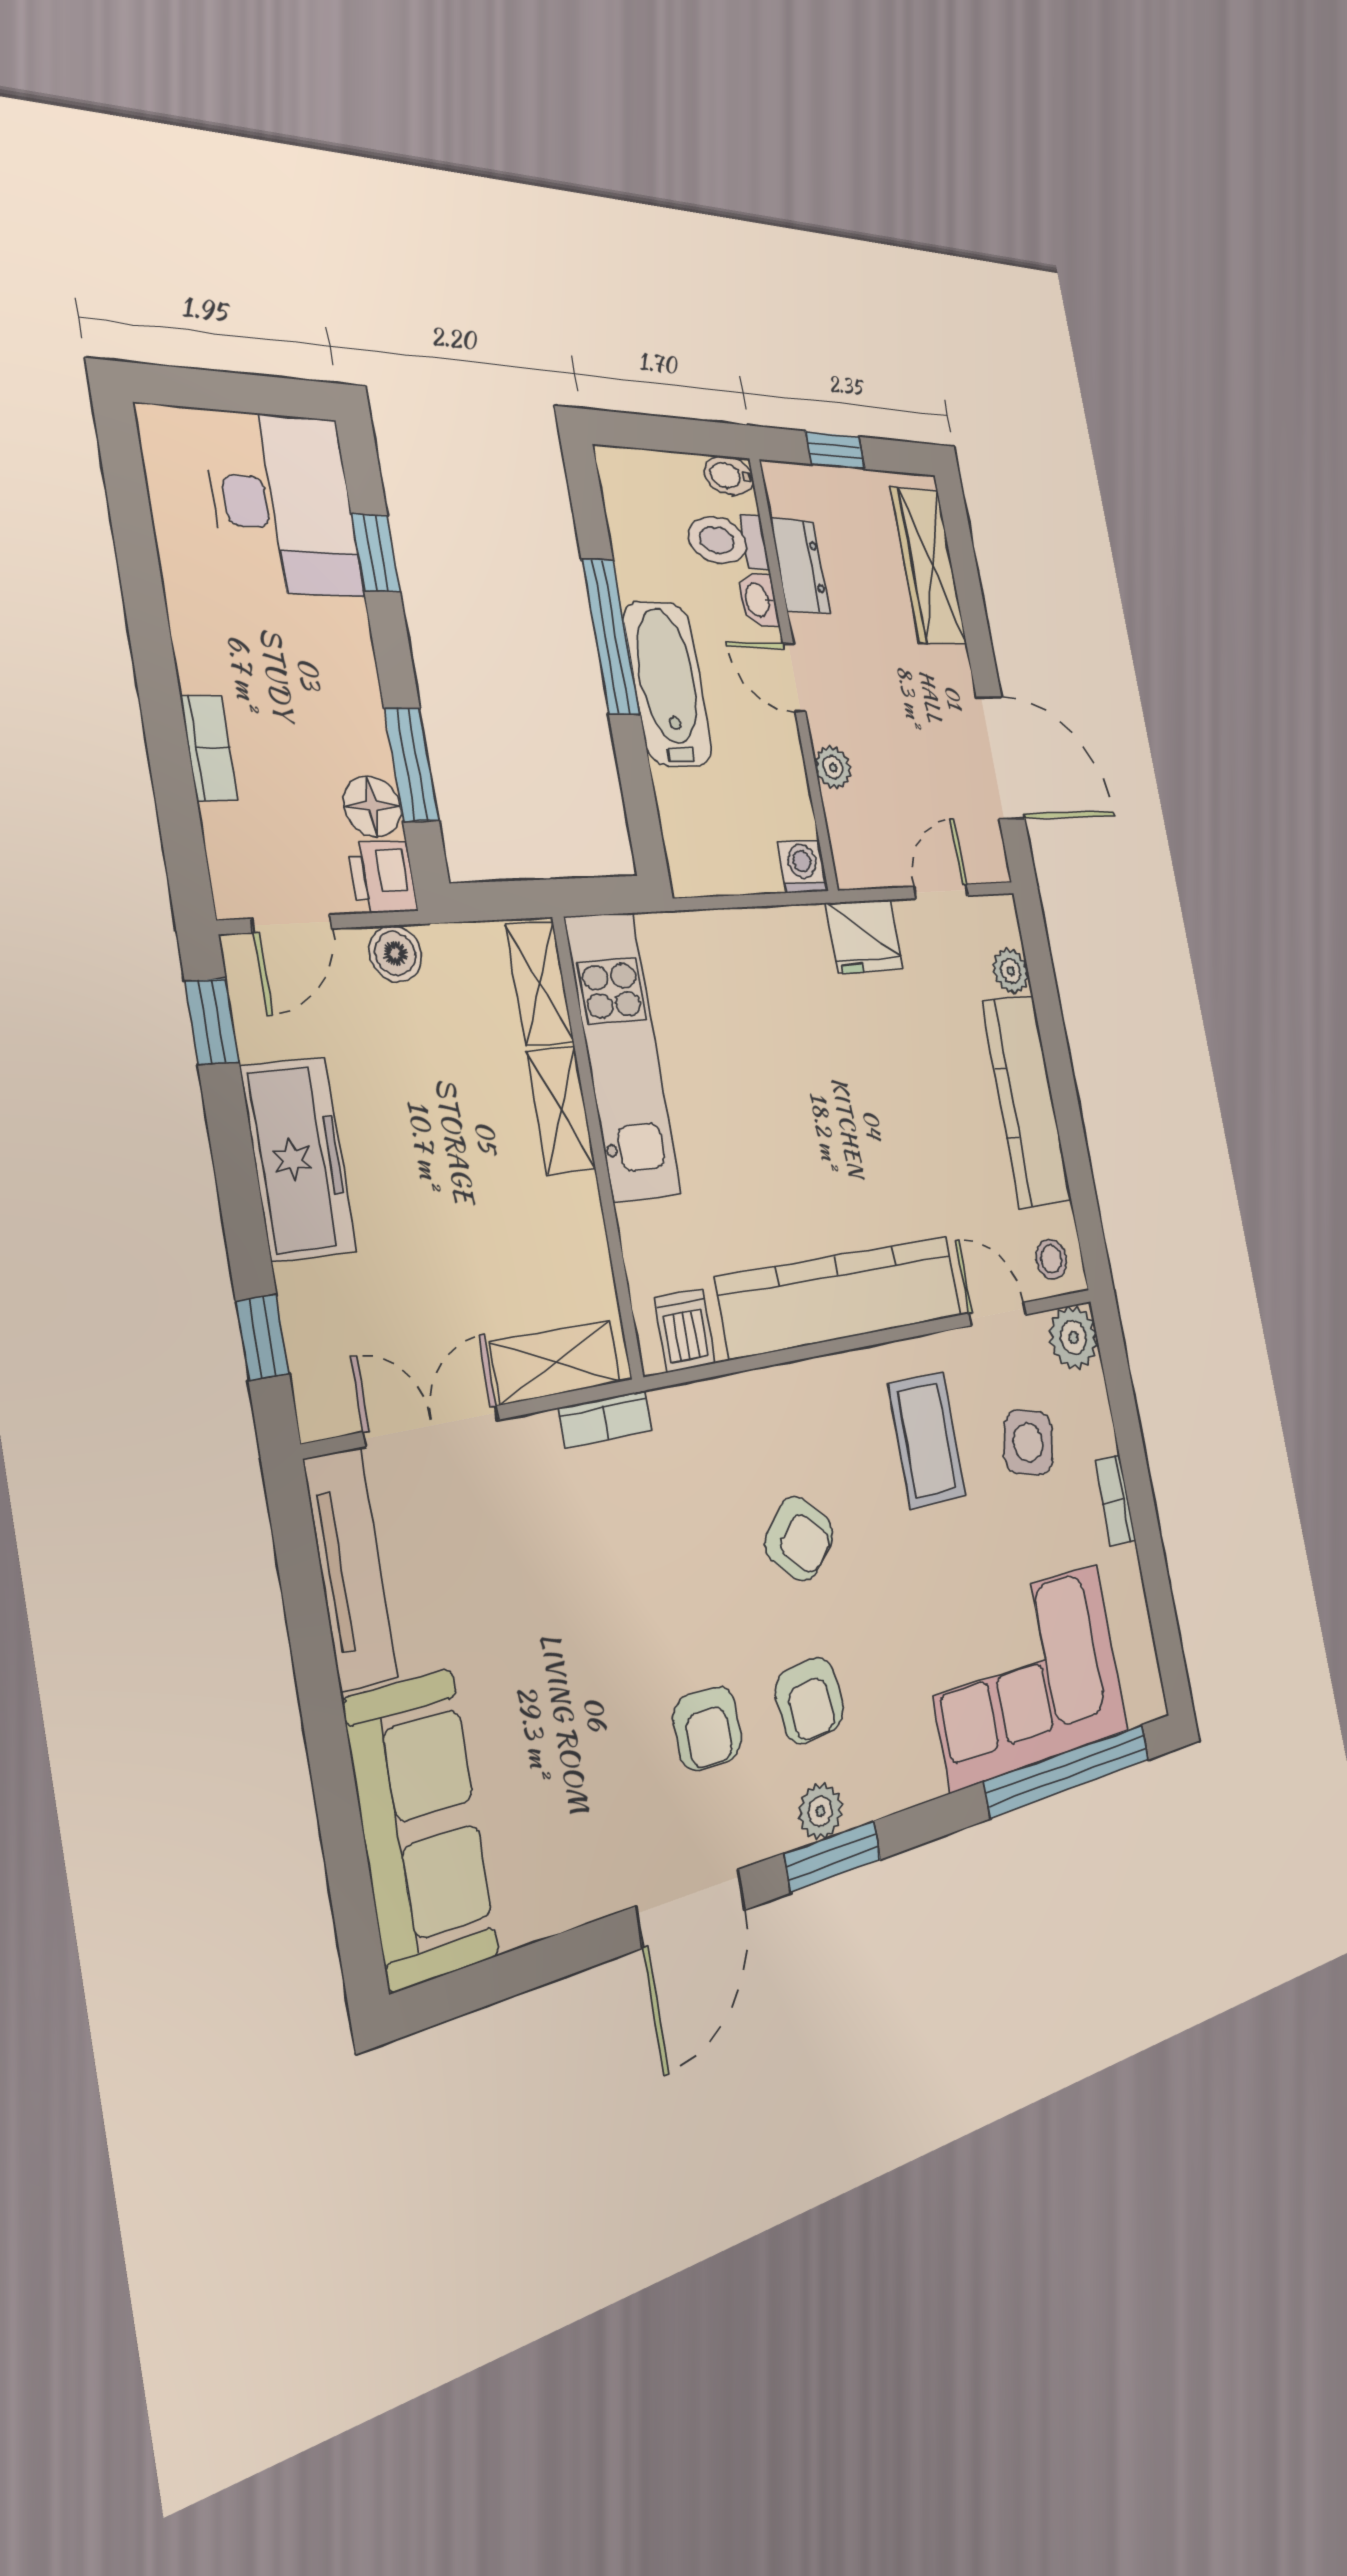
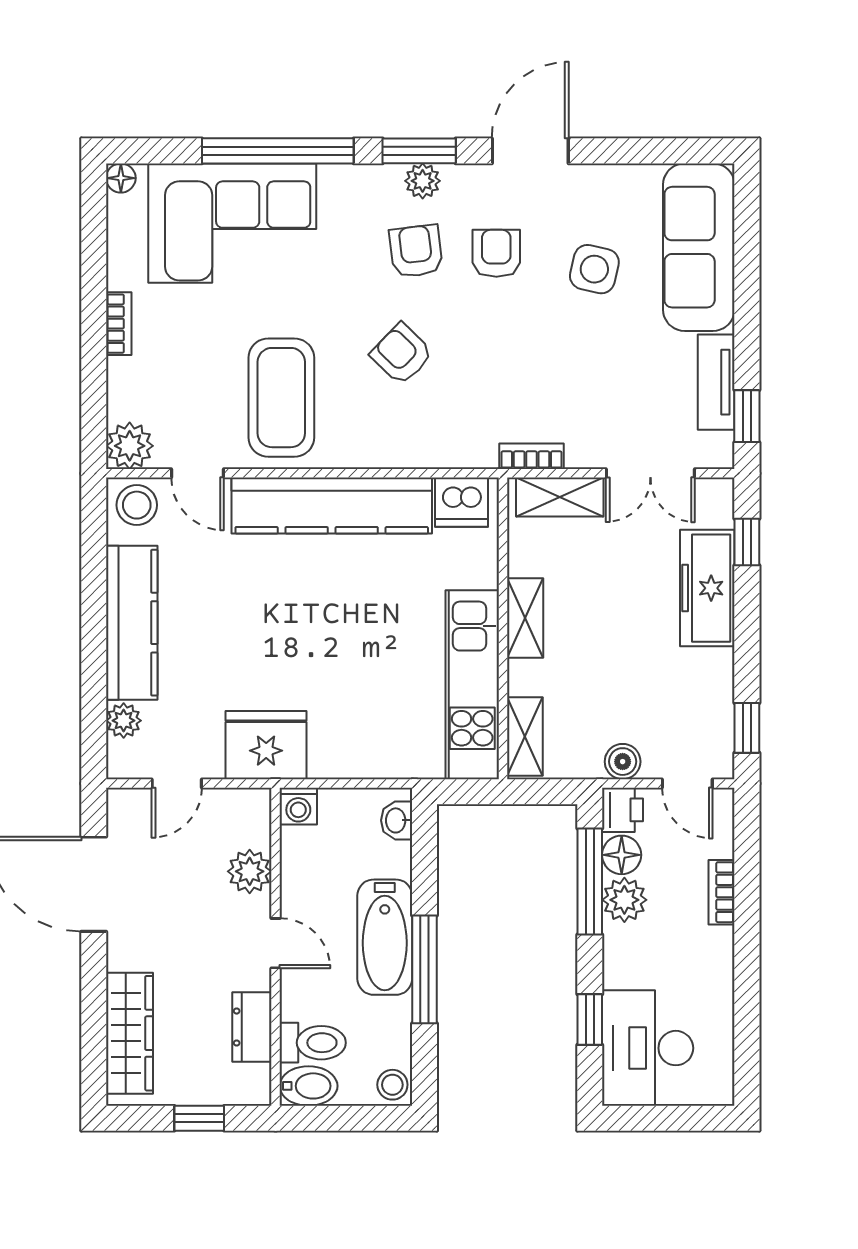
stool: (622, 476) -> (392, 1085), added
bidet: (729, 476) -> (309, 1086), width x1.38, depth x1.36
washbasin: (758, 600) -> (397, 820), moved, turned 180
plant: (356, 736) -> (624, 900), added
window: (411, 764) -> (590, 881), width x1.44
plant: (833, 767) -> (250, 871), width x1.38, depth x1.38
door: (292, 924) -> (687, 783), swing flipped
fridge: (864, 936) -> (266, 745), width x1.36, depth x1.34
shelving: (561, 1110) -> (525, 618), moved
freezer: (298, 1159) -> (707, 588), moved
stool: (1051, 1259) -> (137, 505), width x1.37, depth x1.37
dishwasher: (685, 1330) -> (461, 502), width x1.38
coffee table: (927, 1440) -> (281, 398), width x1.36, depth x1.32
side table: (1028, 1443) -> (594, 269), moved
window: (297, 1555) -> (747, 416), added
tv unit: (351, 1569) -> (716, 382), width x0.71
floor lamp: (1151, 1700) -> (121, 178), added
window: (1068, 1770) -> (278, 151), moved

